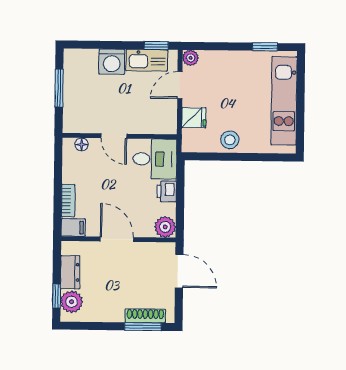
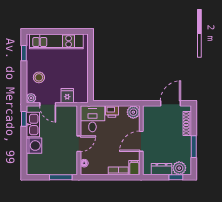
window: (59, 88) -> (61, 177), moved
stool: (230, 140) -> (39, 77), moved
door: (179, 271) -> (170, 103), moved
window: (143, 327) -> (194, 147), moved

